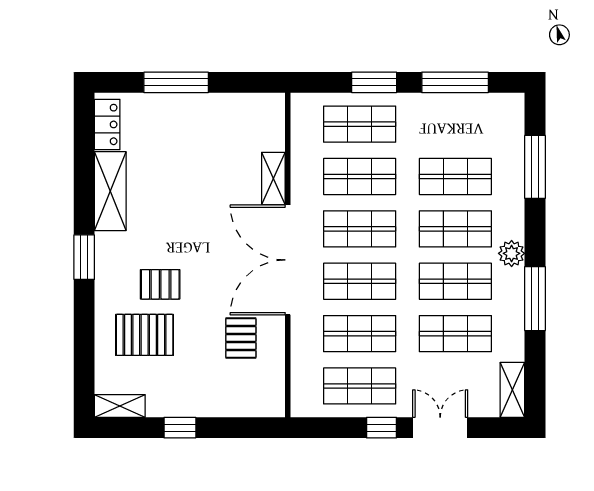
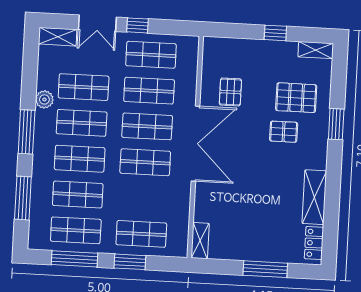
shop shelf: (360, 176) -> (76, 230), moved
shelving: (273, 178) -> (200, 241), moved
plant: (512, 253) -> (44, 99), moved
window: (84, 257) -> (336, 124), moved
window: (535, 299) -> (27, 132), moved
shelving: (512, 390) -> (58, 37), moved, turned 90

